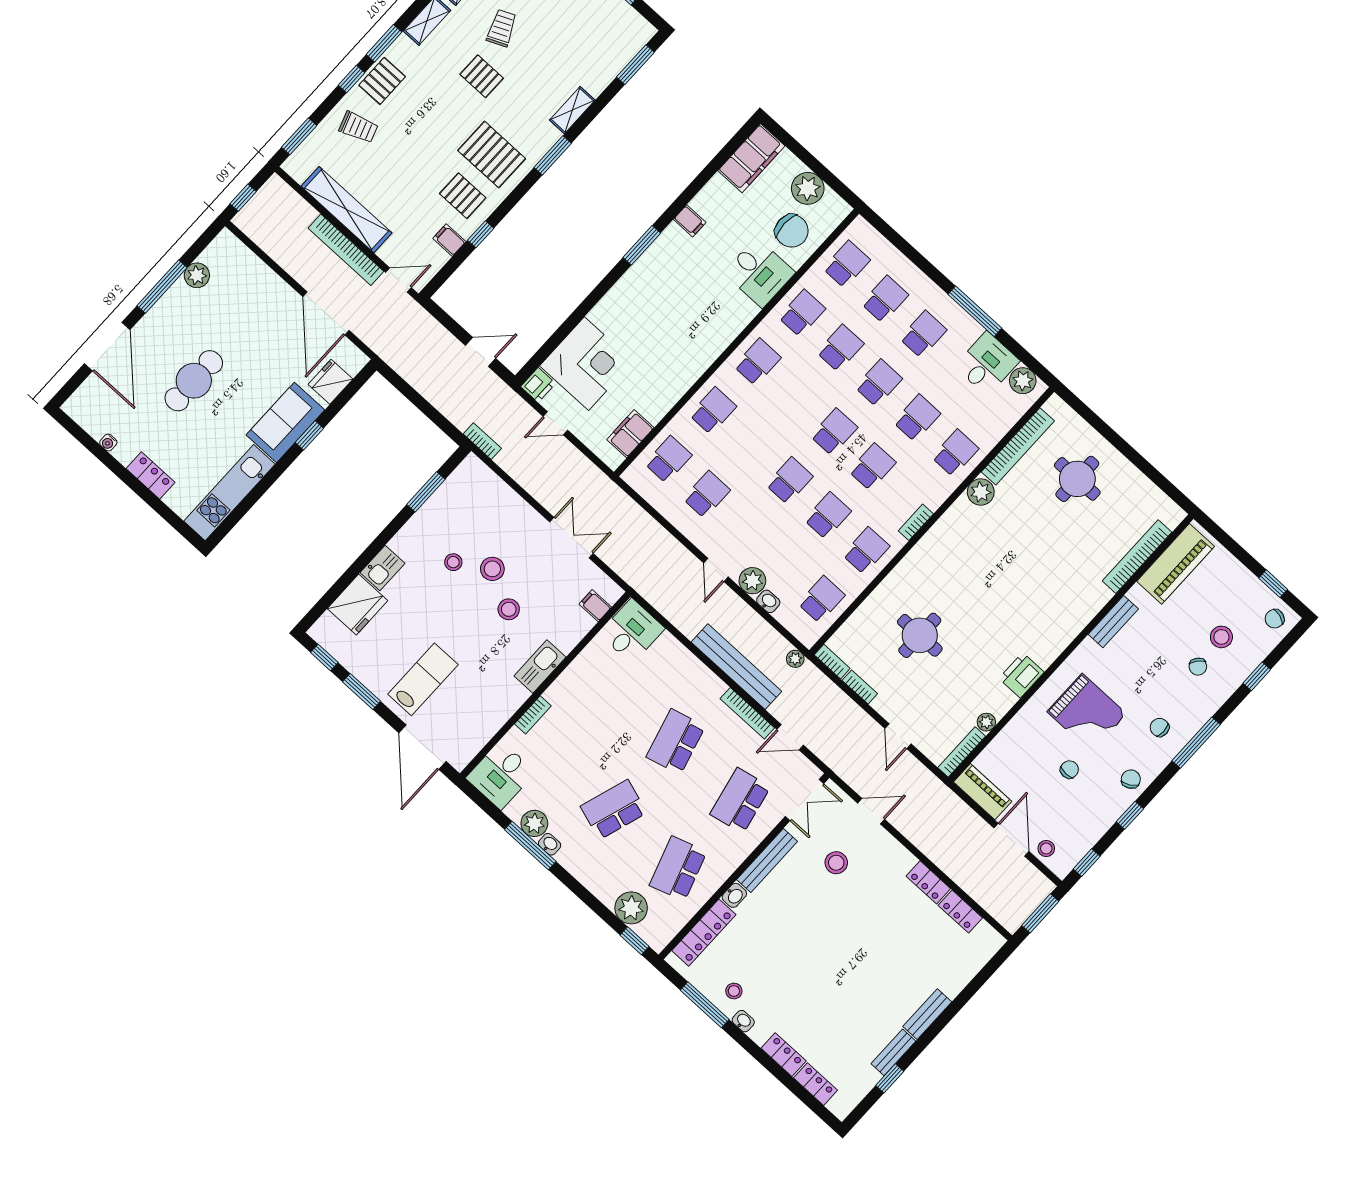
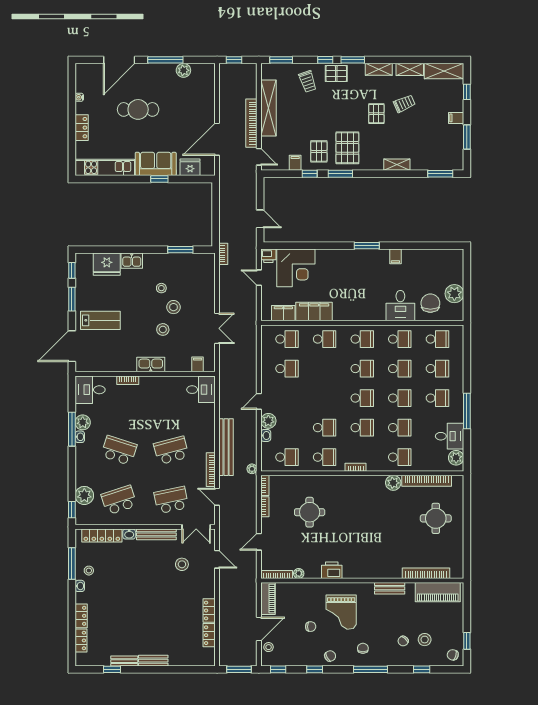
window: (553, 155) -> (340, 174), moved
filing cabinet: (751, 158) -> (314, 311), moved, turned 180
chair: (792, 231) -> (430, 303), turned 180
school desk: (789, 481) -> (362, 369), moved

